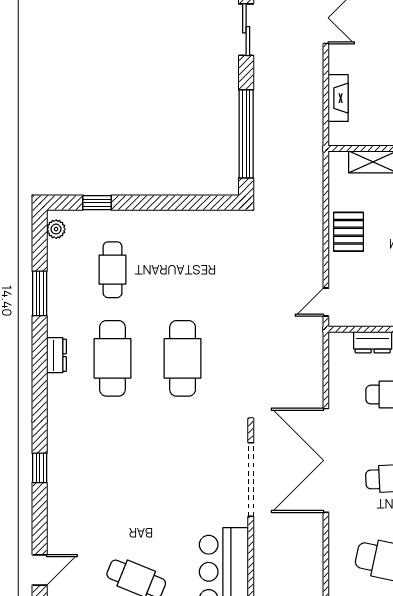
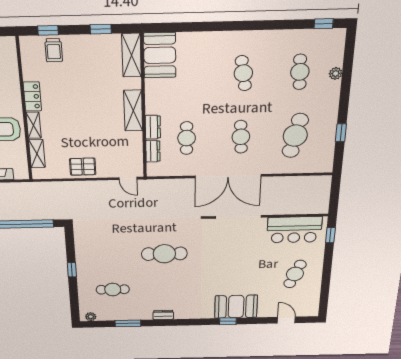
window: (97, 203) -> (72, 270), moved
cafe table: (112, 358) -> (165, 288), removed
booth: (71, 481) -> (236, 307), added

